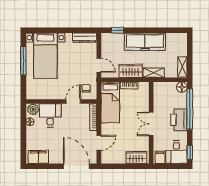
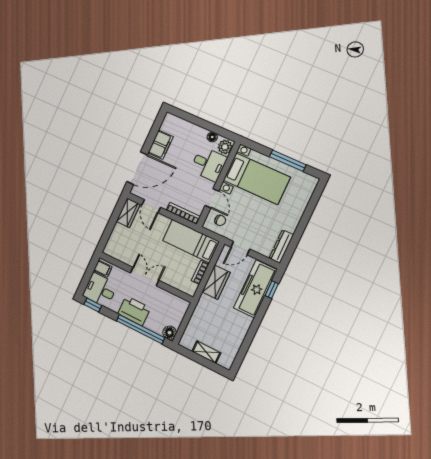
freezer: (145, 42) -> (255, 289), moved
bed with nightstands: (45, 56) -> (257, 179), moved, turned 180
shelving: (182, 67) -> (206, 352), moved
shelving: (154, 73) -> (201, 308), removed
filing cabinet: (38, 157) -> (160, 145), moved
wardrobe: (136, 158) -> (128, 213), moved

